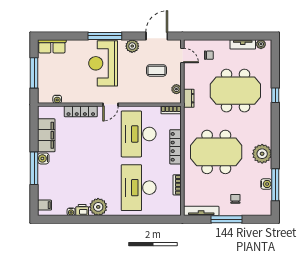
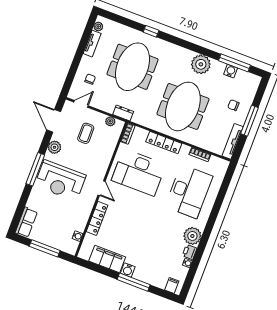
desk: (139, 188) -> (189, 191), turned -90

